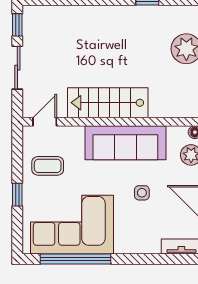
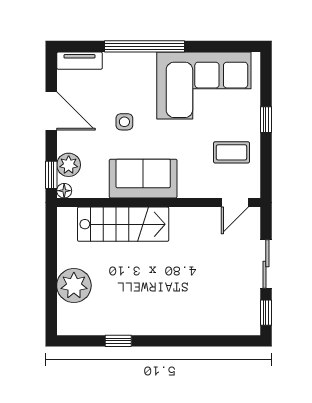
stairs: (108, 103) -> (123, 224), moved
sofa: (125, 143) -> (143, 179), width x0.73
window: (75, 259) -> (144, 46), moved

